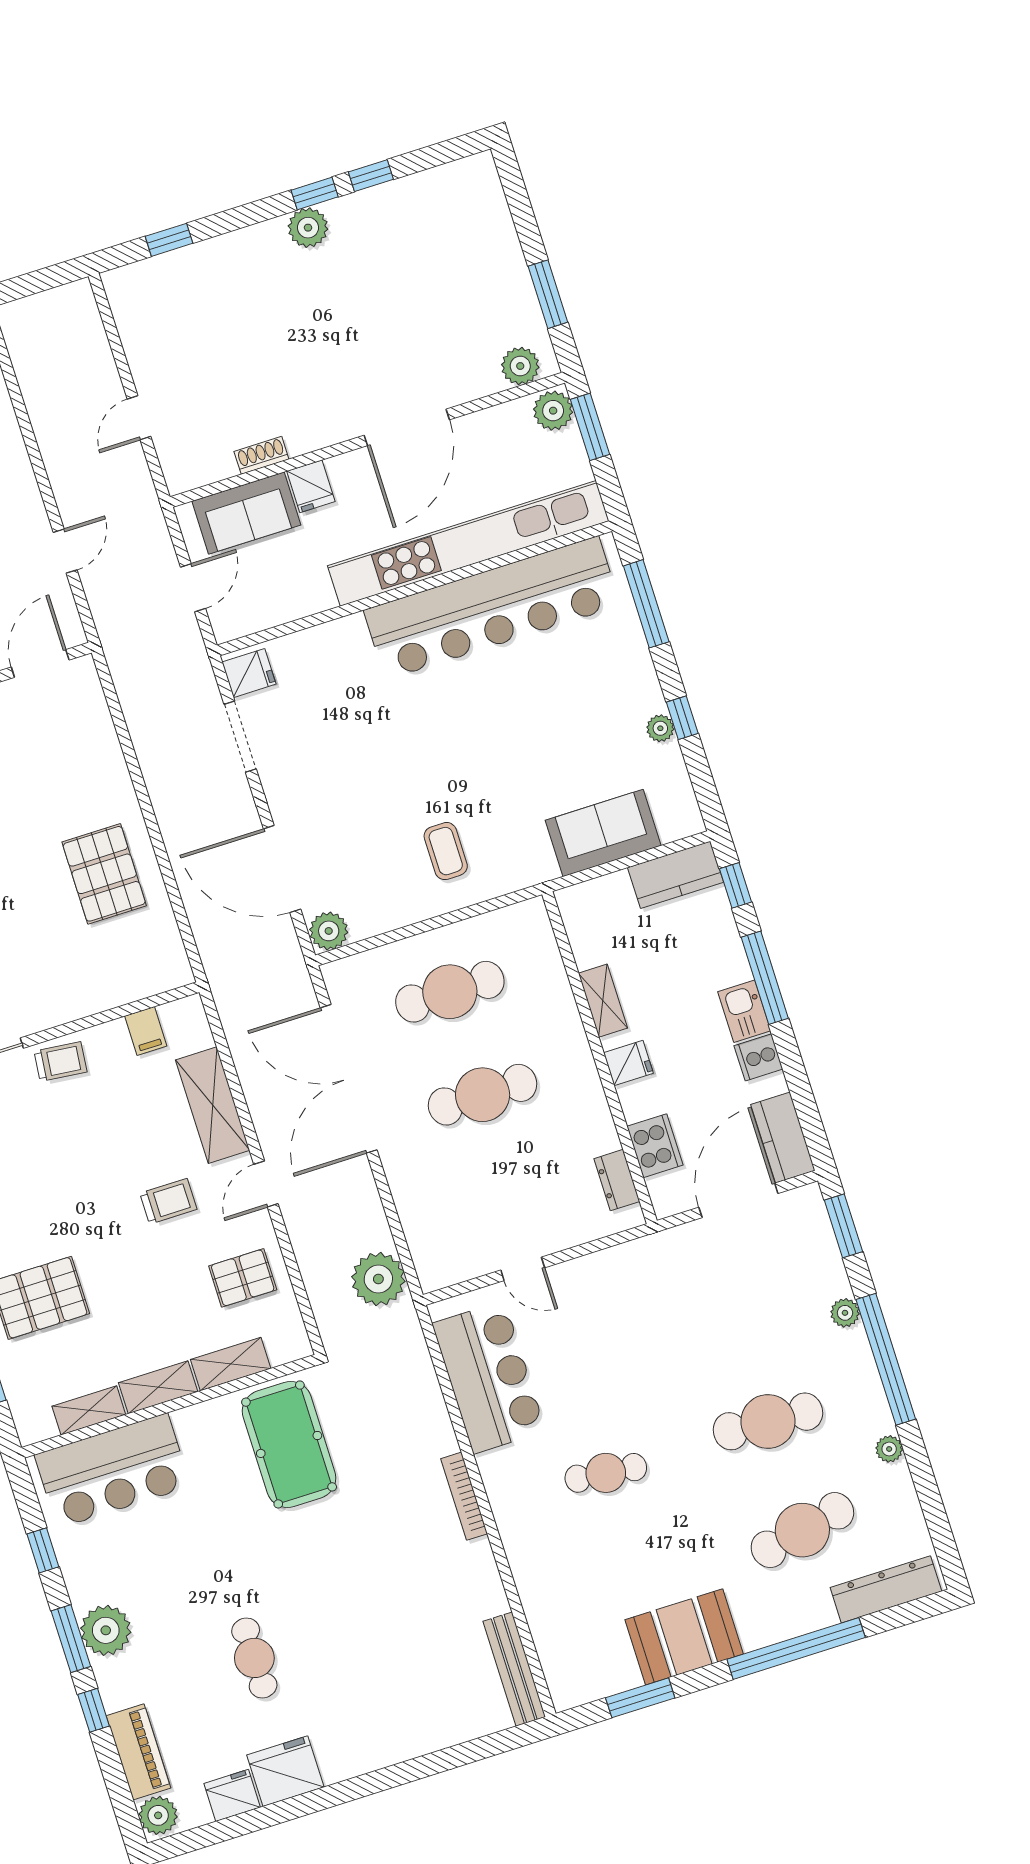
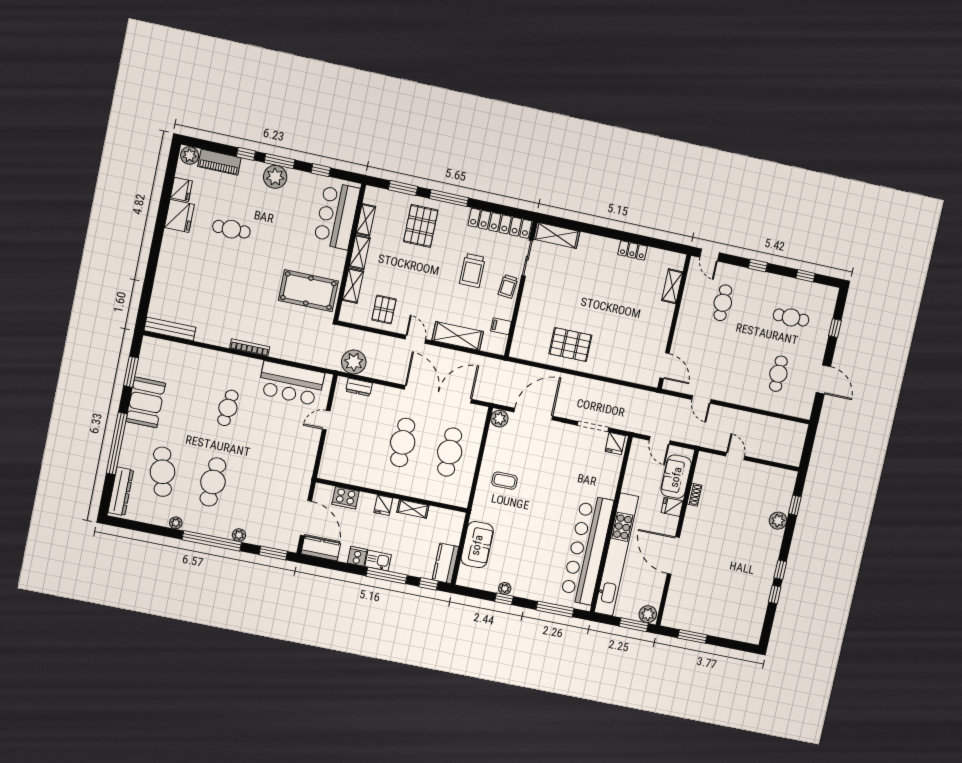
plant: (308, 228) -> (778, 521), moved
plant: (520, 366) -> (672, 611), removed
dresser: (617, 1180) -> (359, 387), moved, turned 180
trolley: (168, 1201) -> (472, 270), moved, width x1.36, depth x1.39

